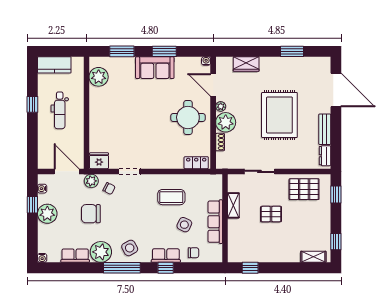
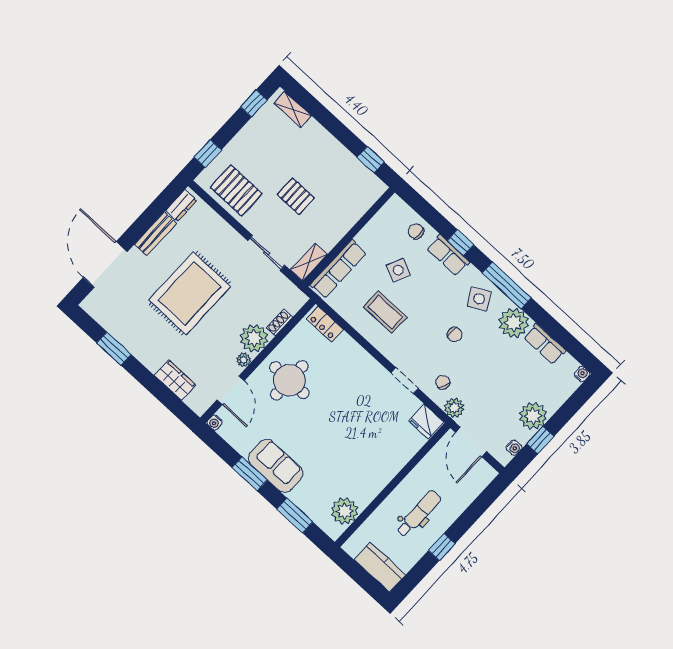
shelving: (233, 205) -> (309, 262), moved
chair: (91, 214) -> (455, 334), moved, width x0.54, depth x0.54
row of seats: (215, 222) -> (338, 269), moved

